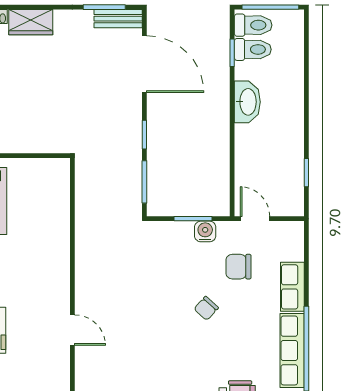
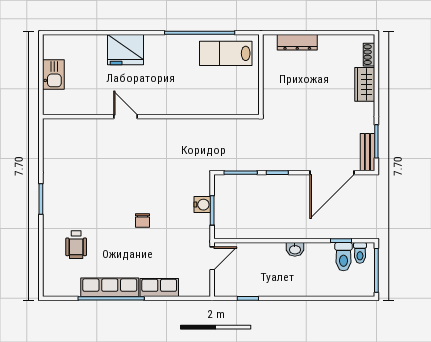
toilet: (253, 25) -> (360, 253), width x0.73, depth x0.72
washbasin: (247, 102) -> (295, 249), width x0.52, depth x0.69
water cooler: (205, 231) -> (202, 205), moved
chair: (238, 267) -> (175, 246), removed
chair: (206, 308) -> (142, 220), turned -132
door: (72, 330) -> (126, 117), swing flipped

